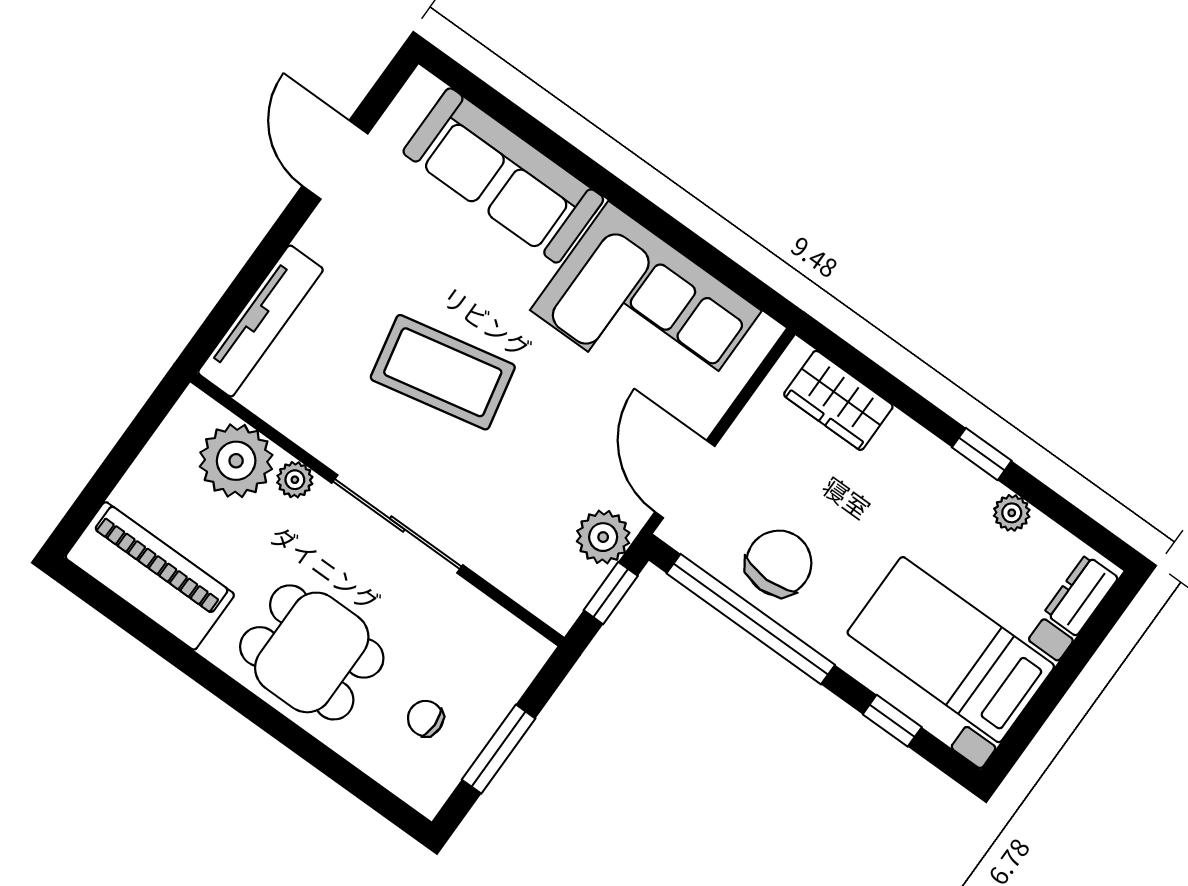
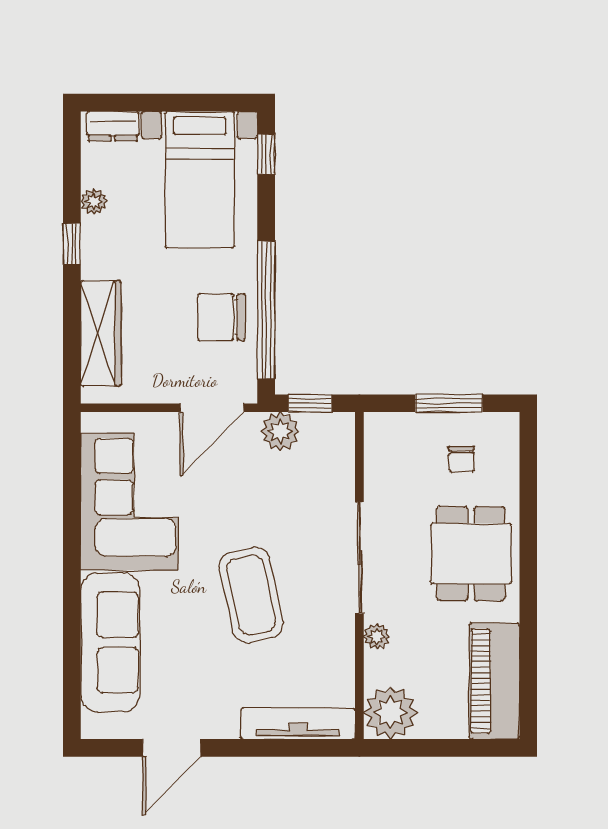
wardrobe: (838, 400) -> (101, 333), width x1.50
plant: (236, 461) -> (390, 712), moved
window: (892, 721) -> (266, 154), moved

